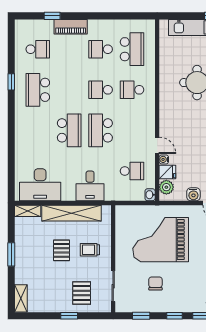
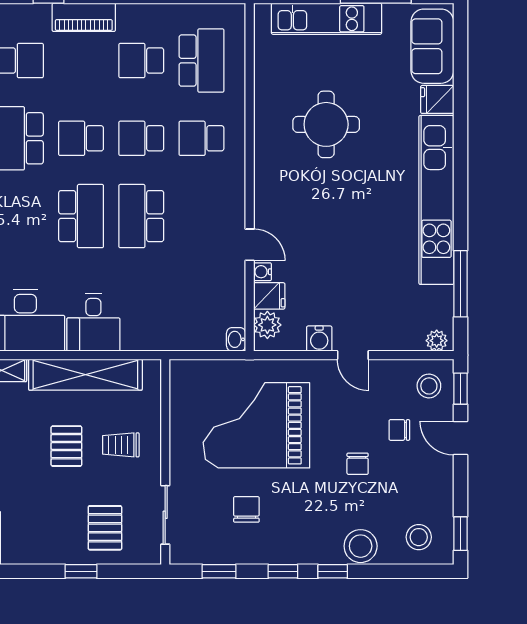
school desk: (132, 171) -> (81, 138), moved, turned 180
desk: (90, 186) -> (93, 323), moved

